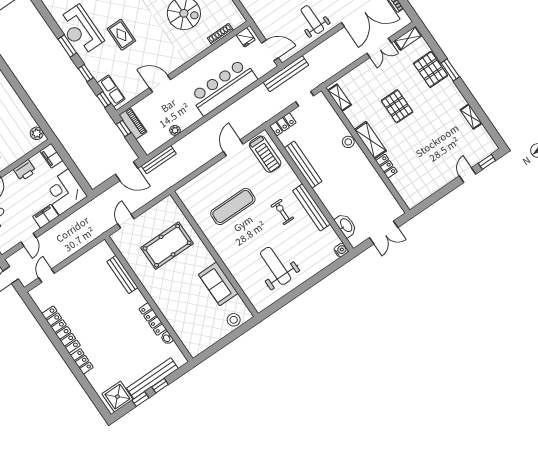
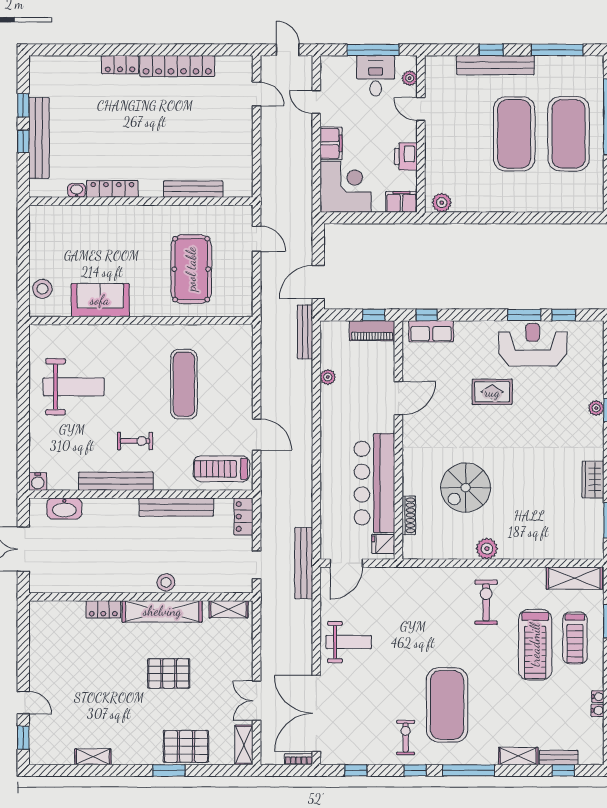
window: (86, 73) -> (564, 315), moved
bar counter: (223, 87) -> (374, 483), moved, turned 180
shelving: (370, 140) -> (162, 611), width x1.47
shower: (117, 397) -> (46, 79), removed

